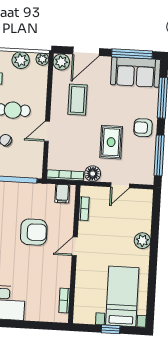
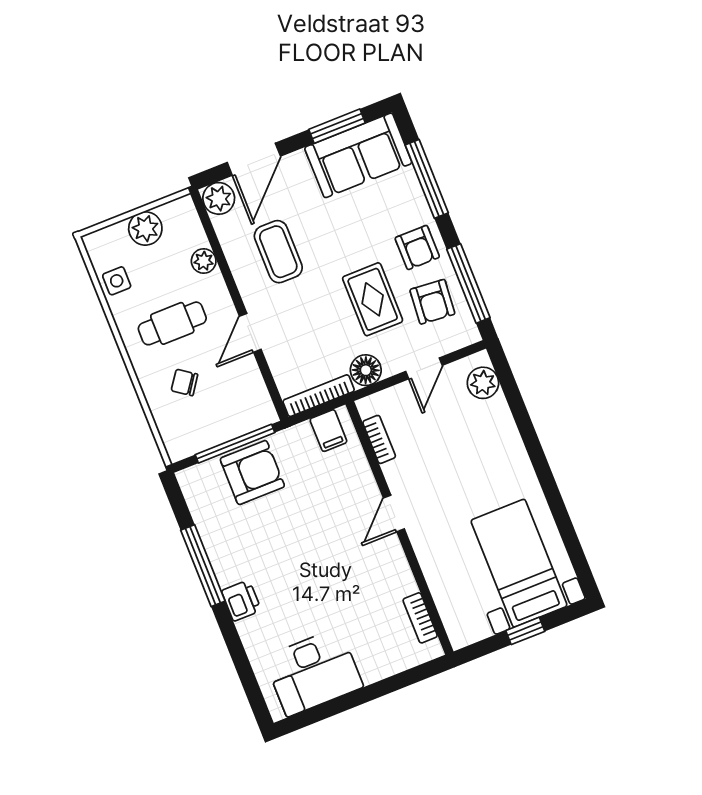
window: (132, 54) -> (337, 126), width x0.69
plant: (42, 59) -> (204, 261), moved
armchair: (143, 128) -> (417, 247), turned -90
armchair: (138, 156) -> (432, 302), added
armchair: (34, 232) -> (252, 472), moved
plant: (142, 241) -> (483, 383), moved

